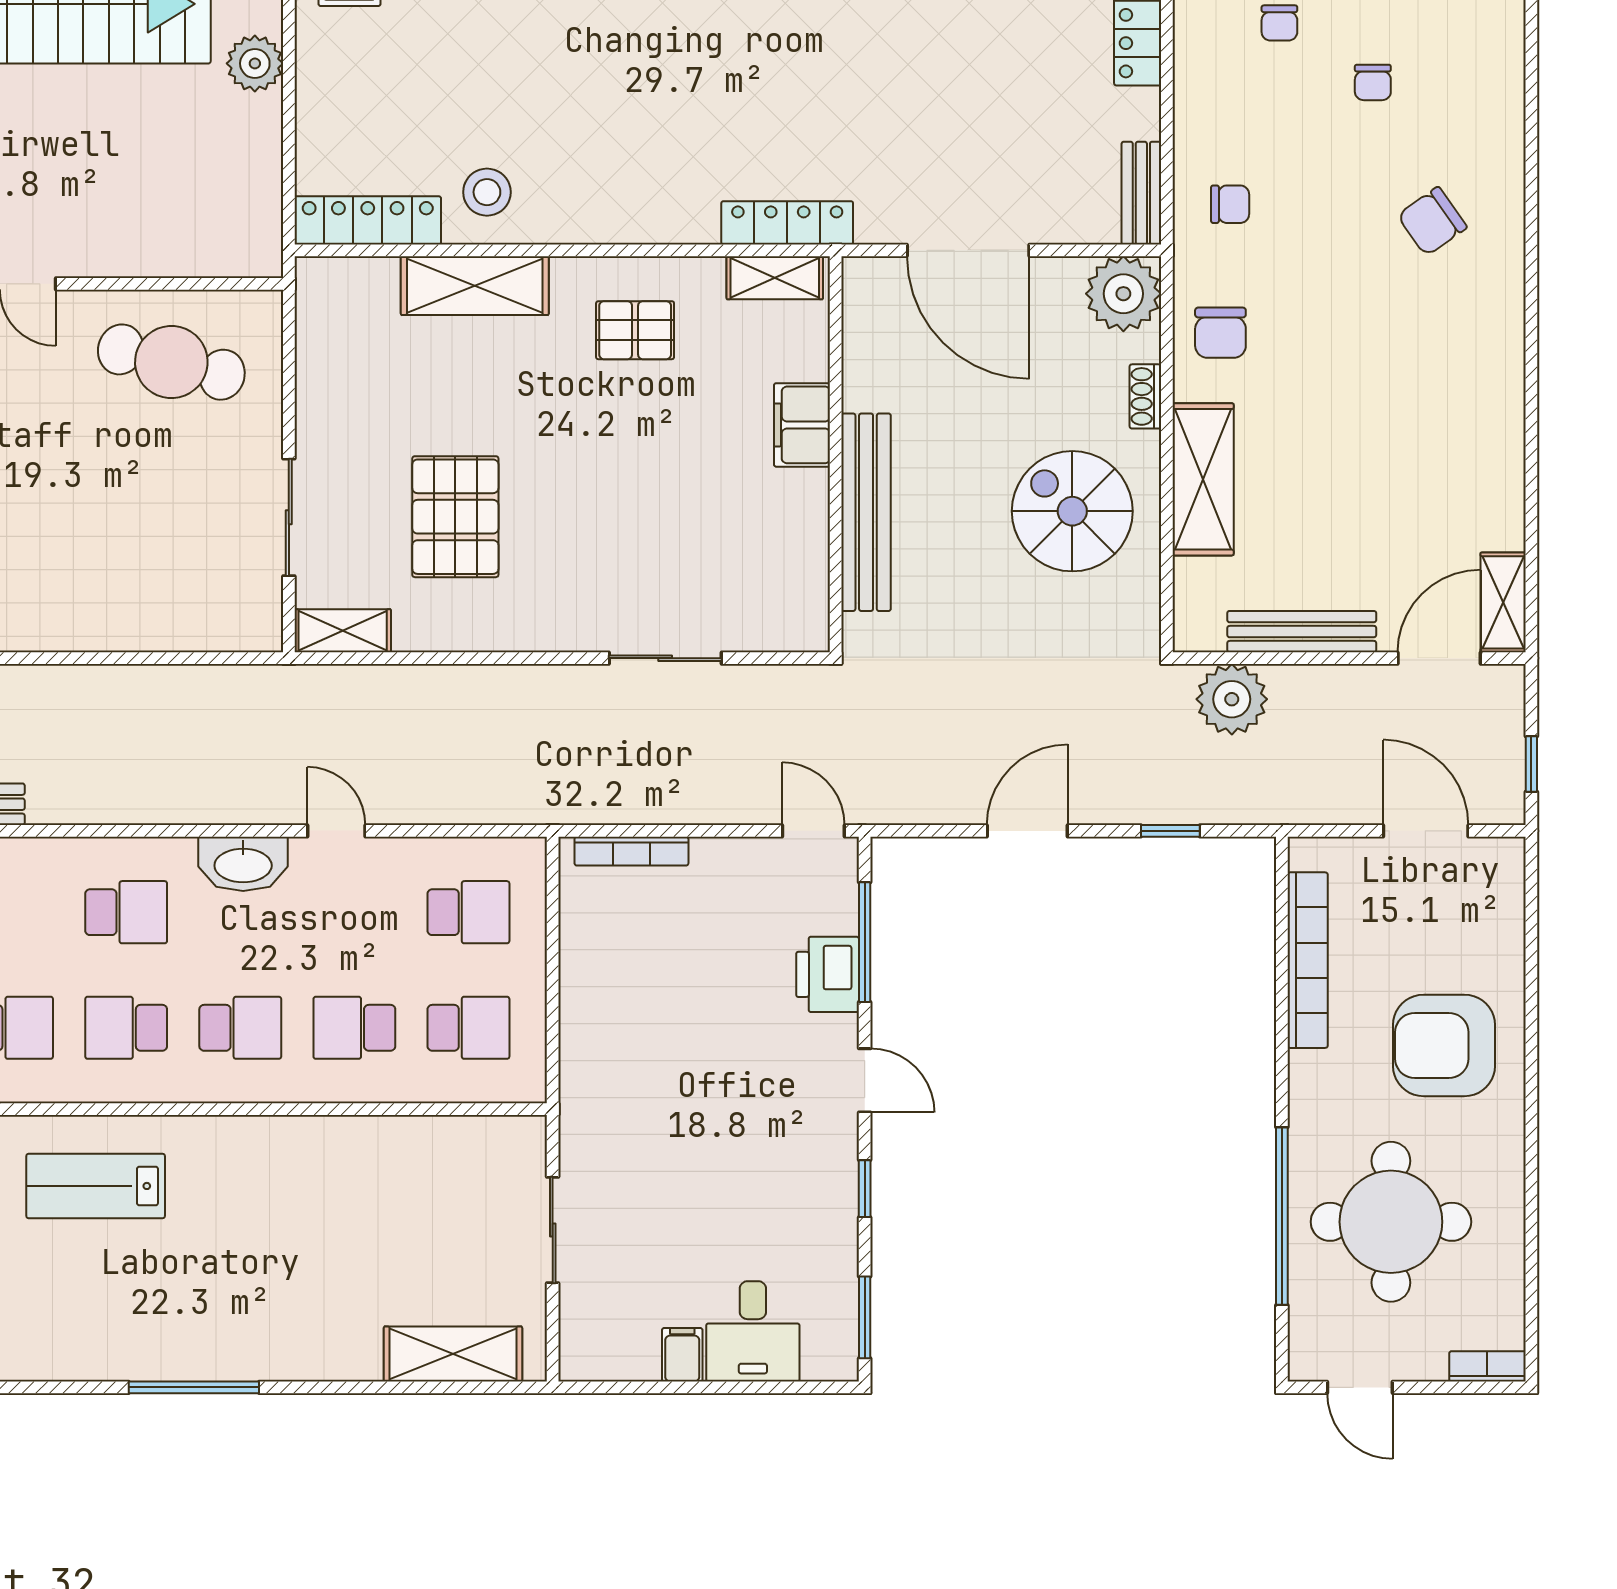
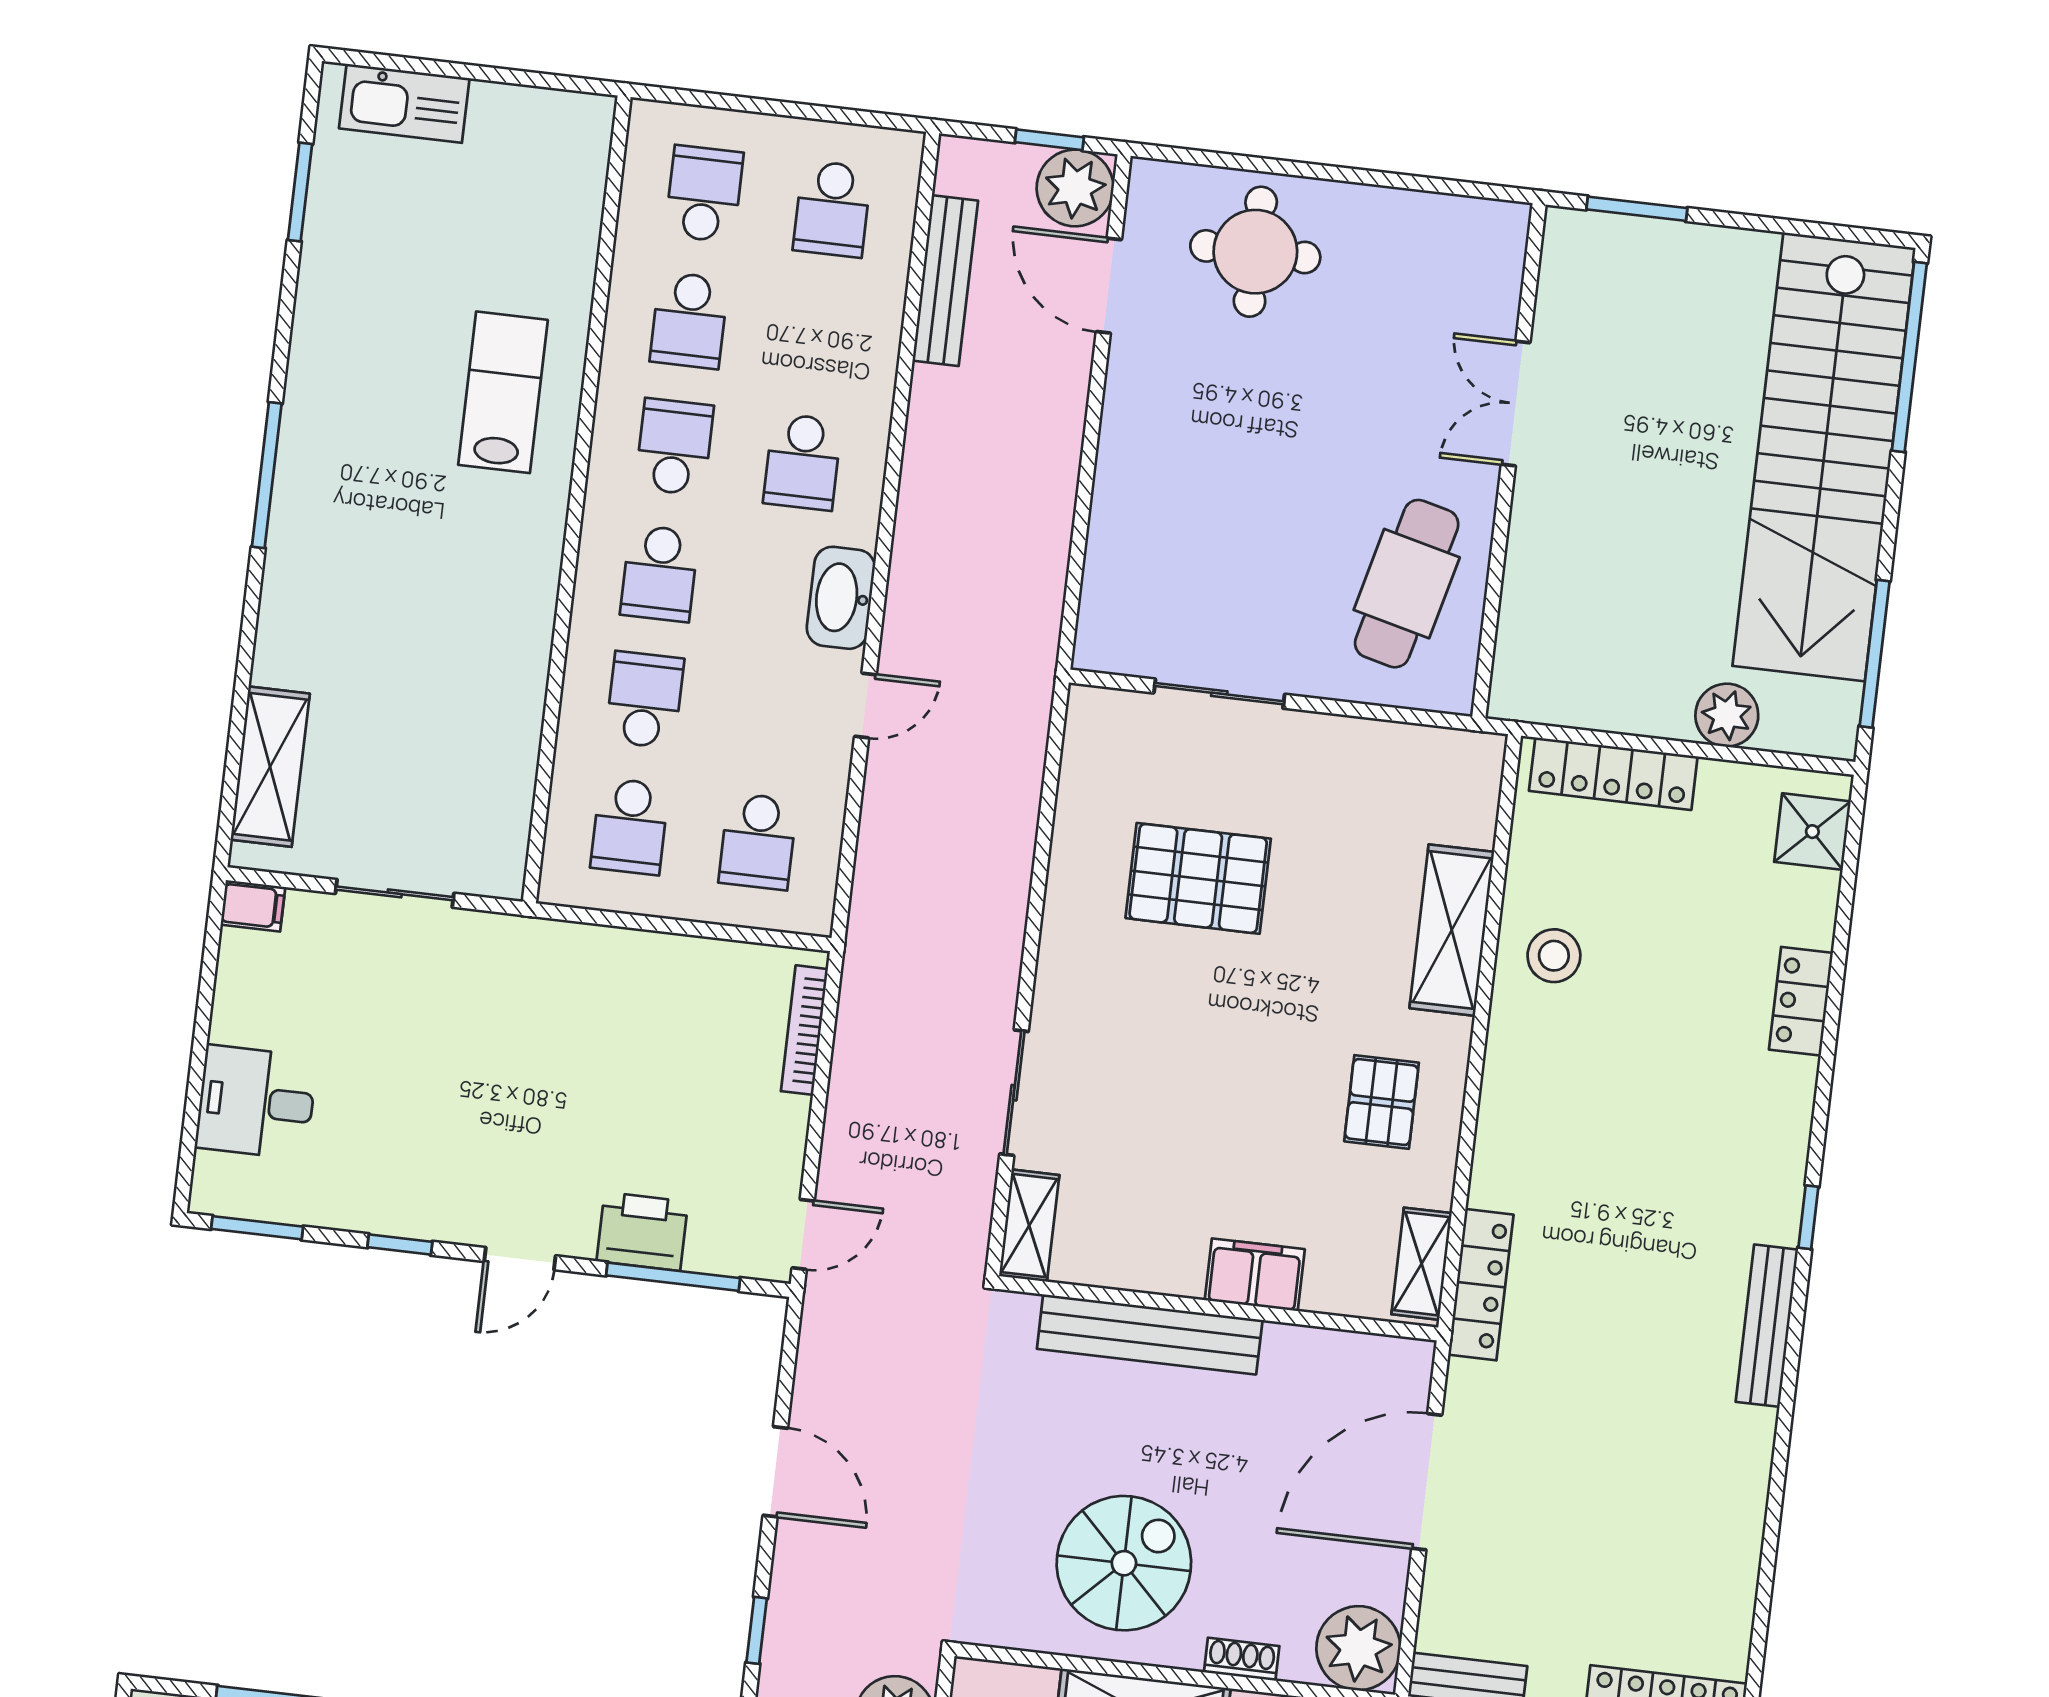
locker: (368, 220) -> (1613, 774), moved, turned 90
shelving: (343, 631) -> (1029, 1226), moved
filing cabinet: (682, 1355) -> (253, 906), moved

